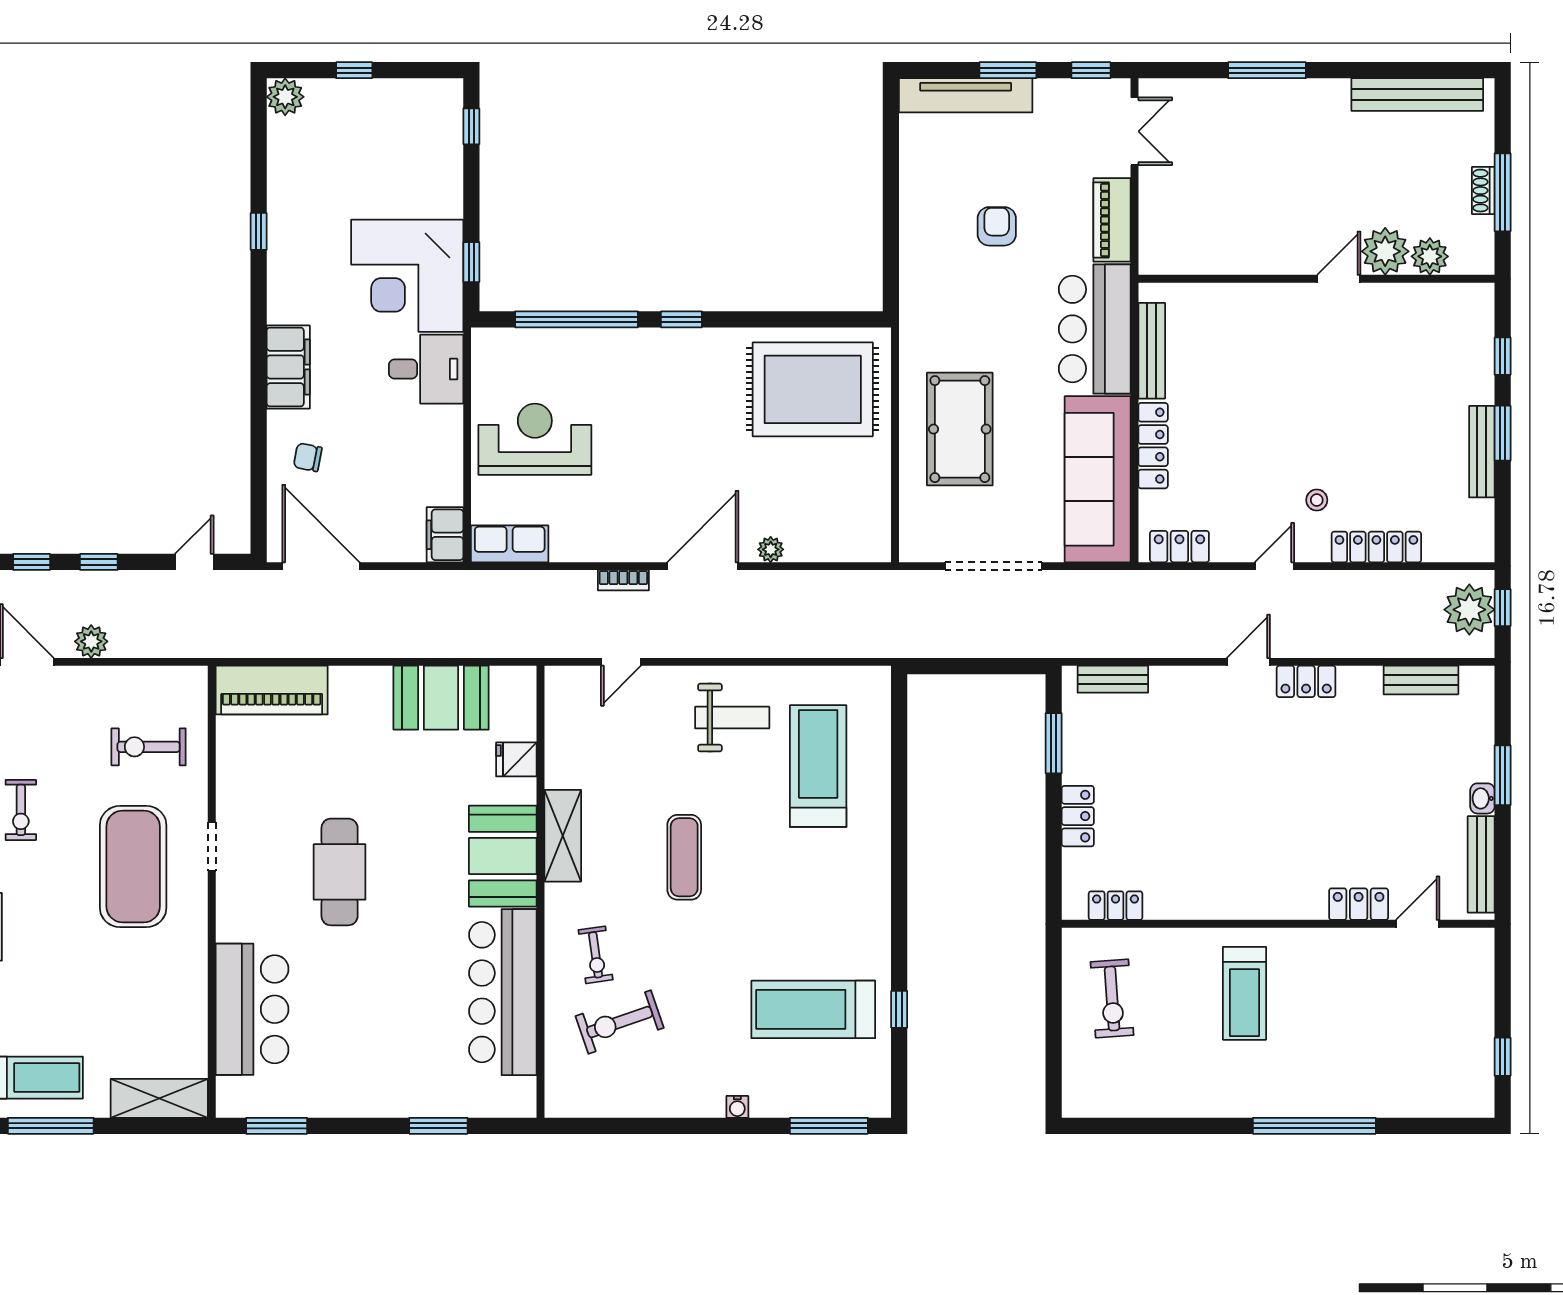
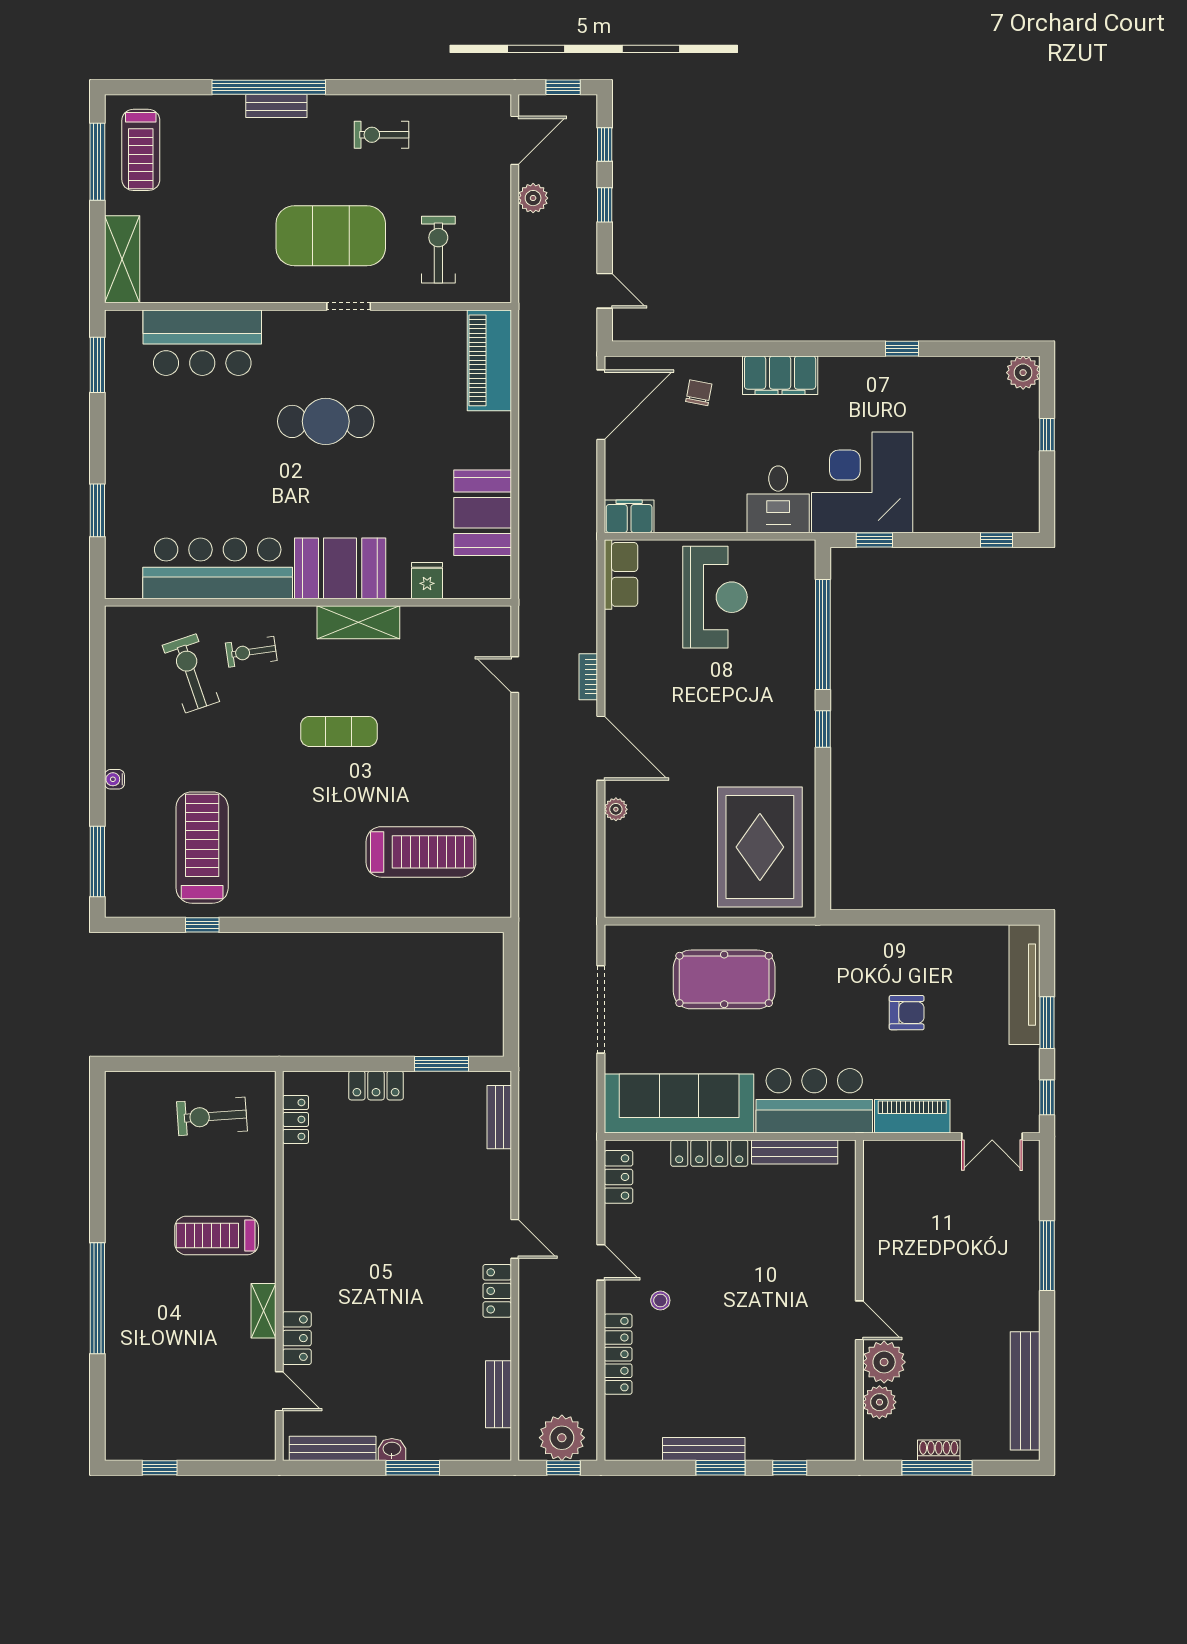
weight bench: (732, 718) -> (465, 775), removed
shelving: (1328, 941) -> (263, 1311), added

